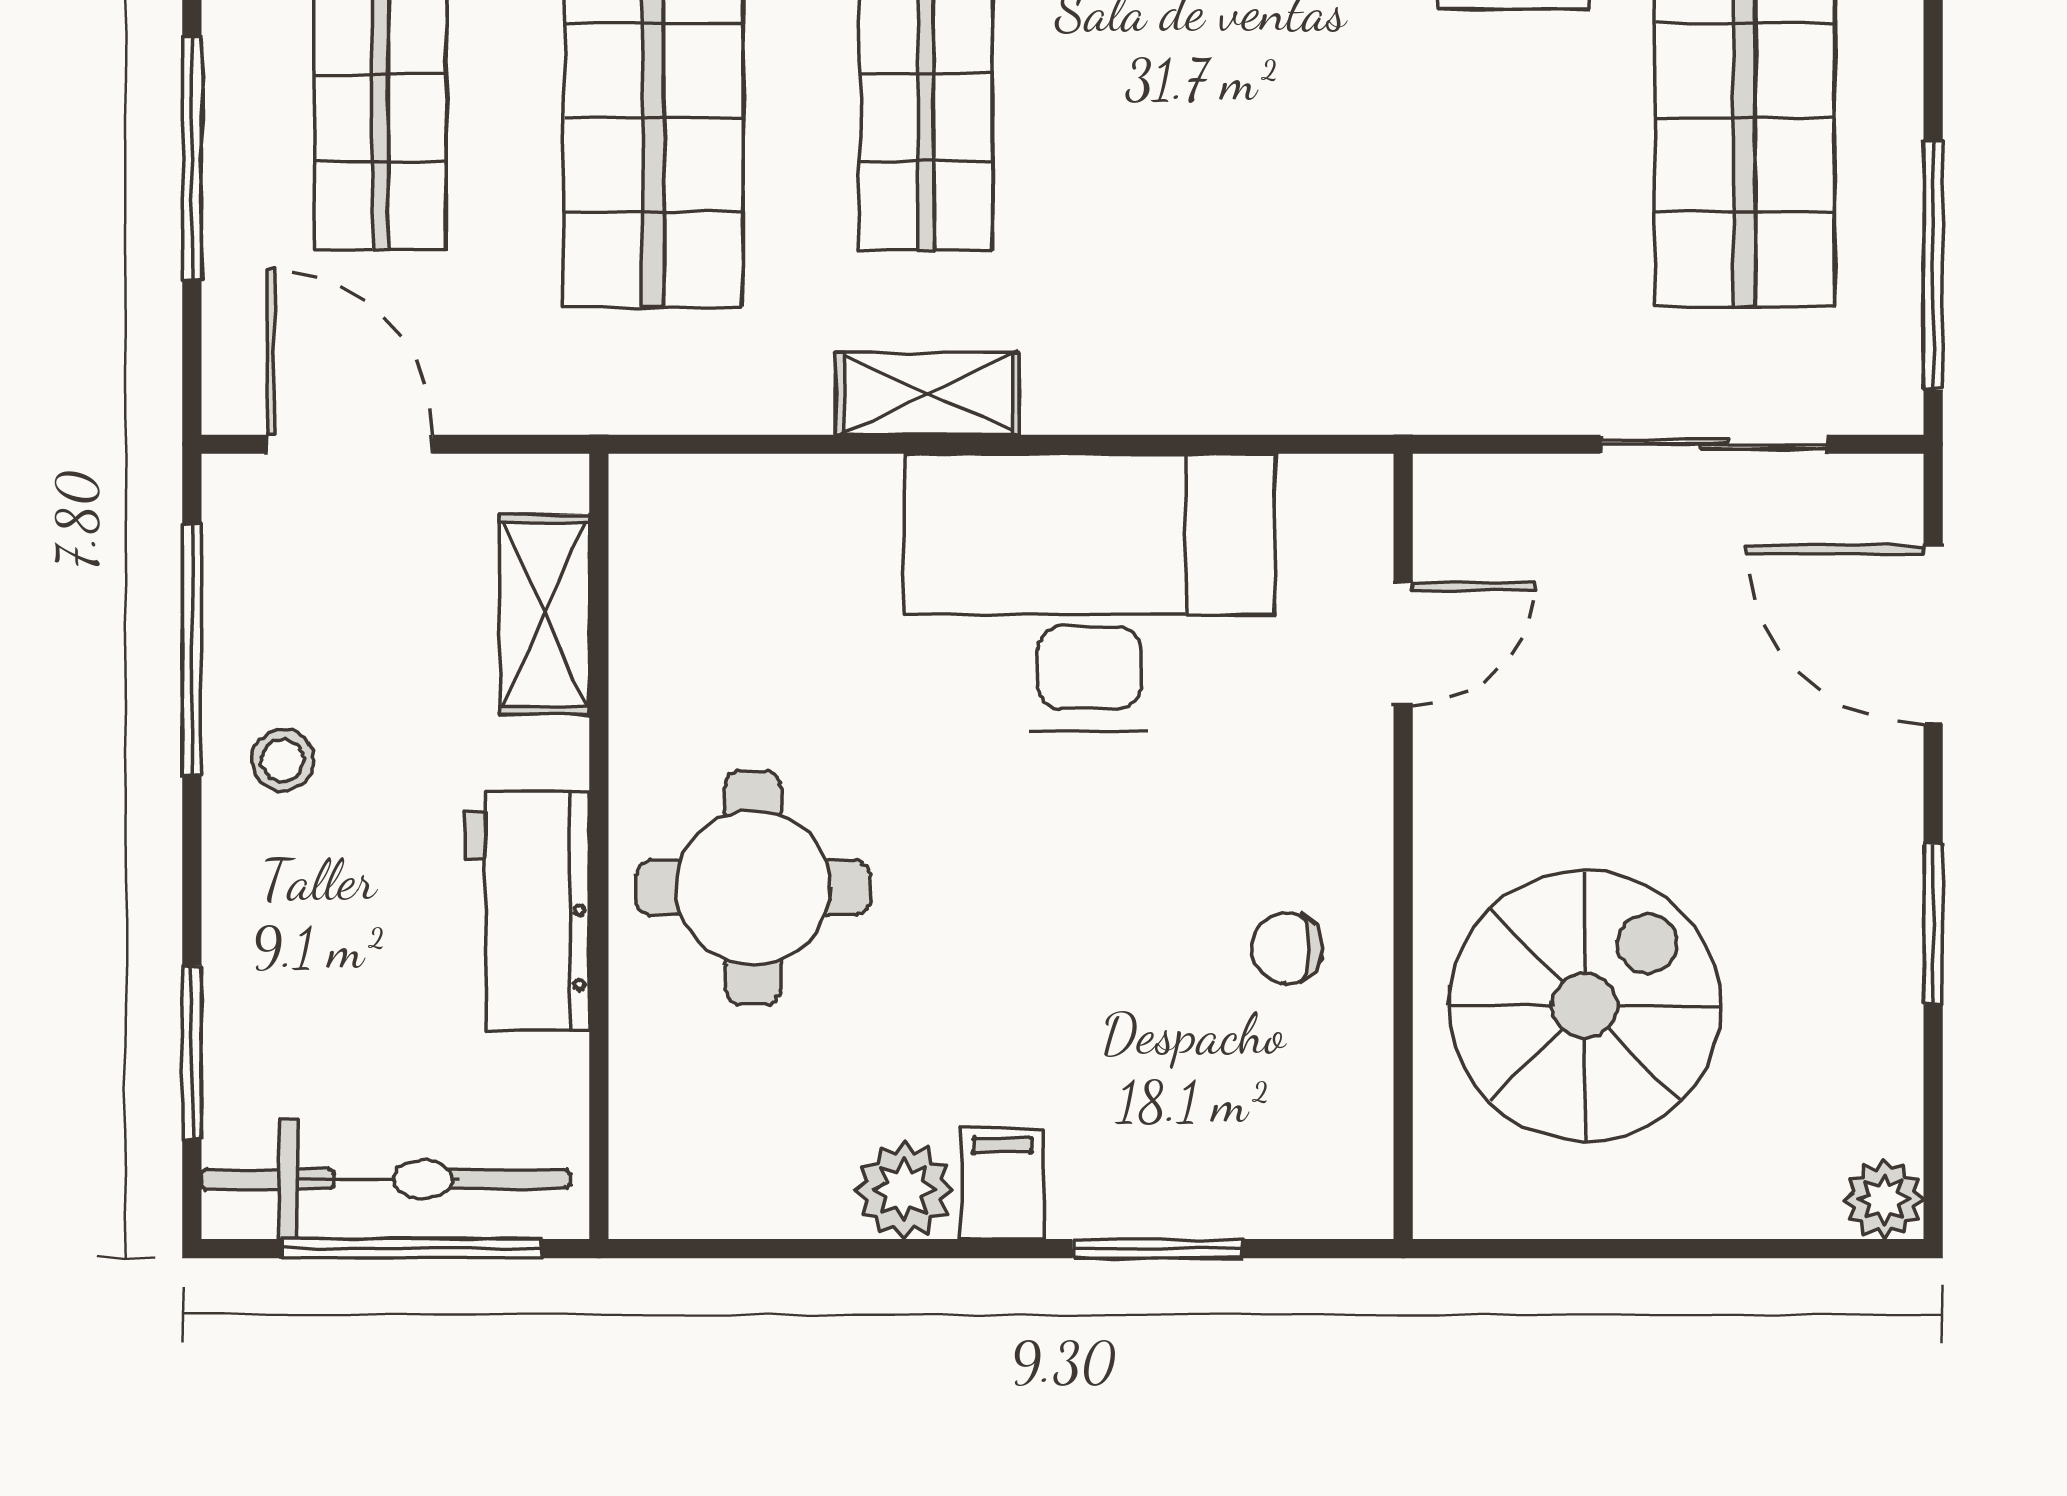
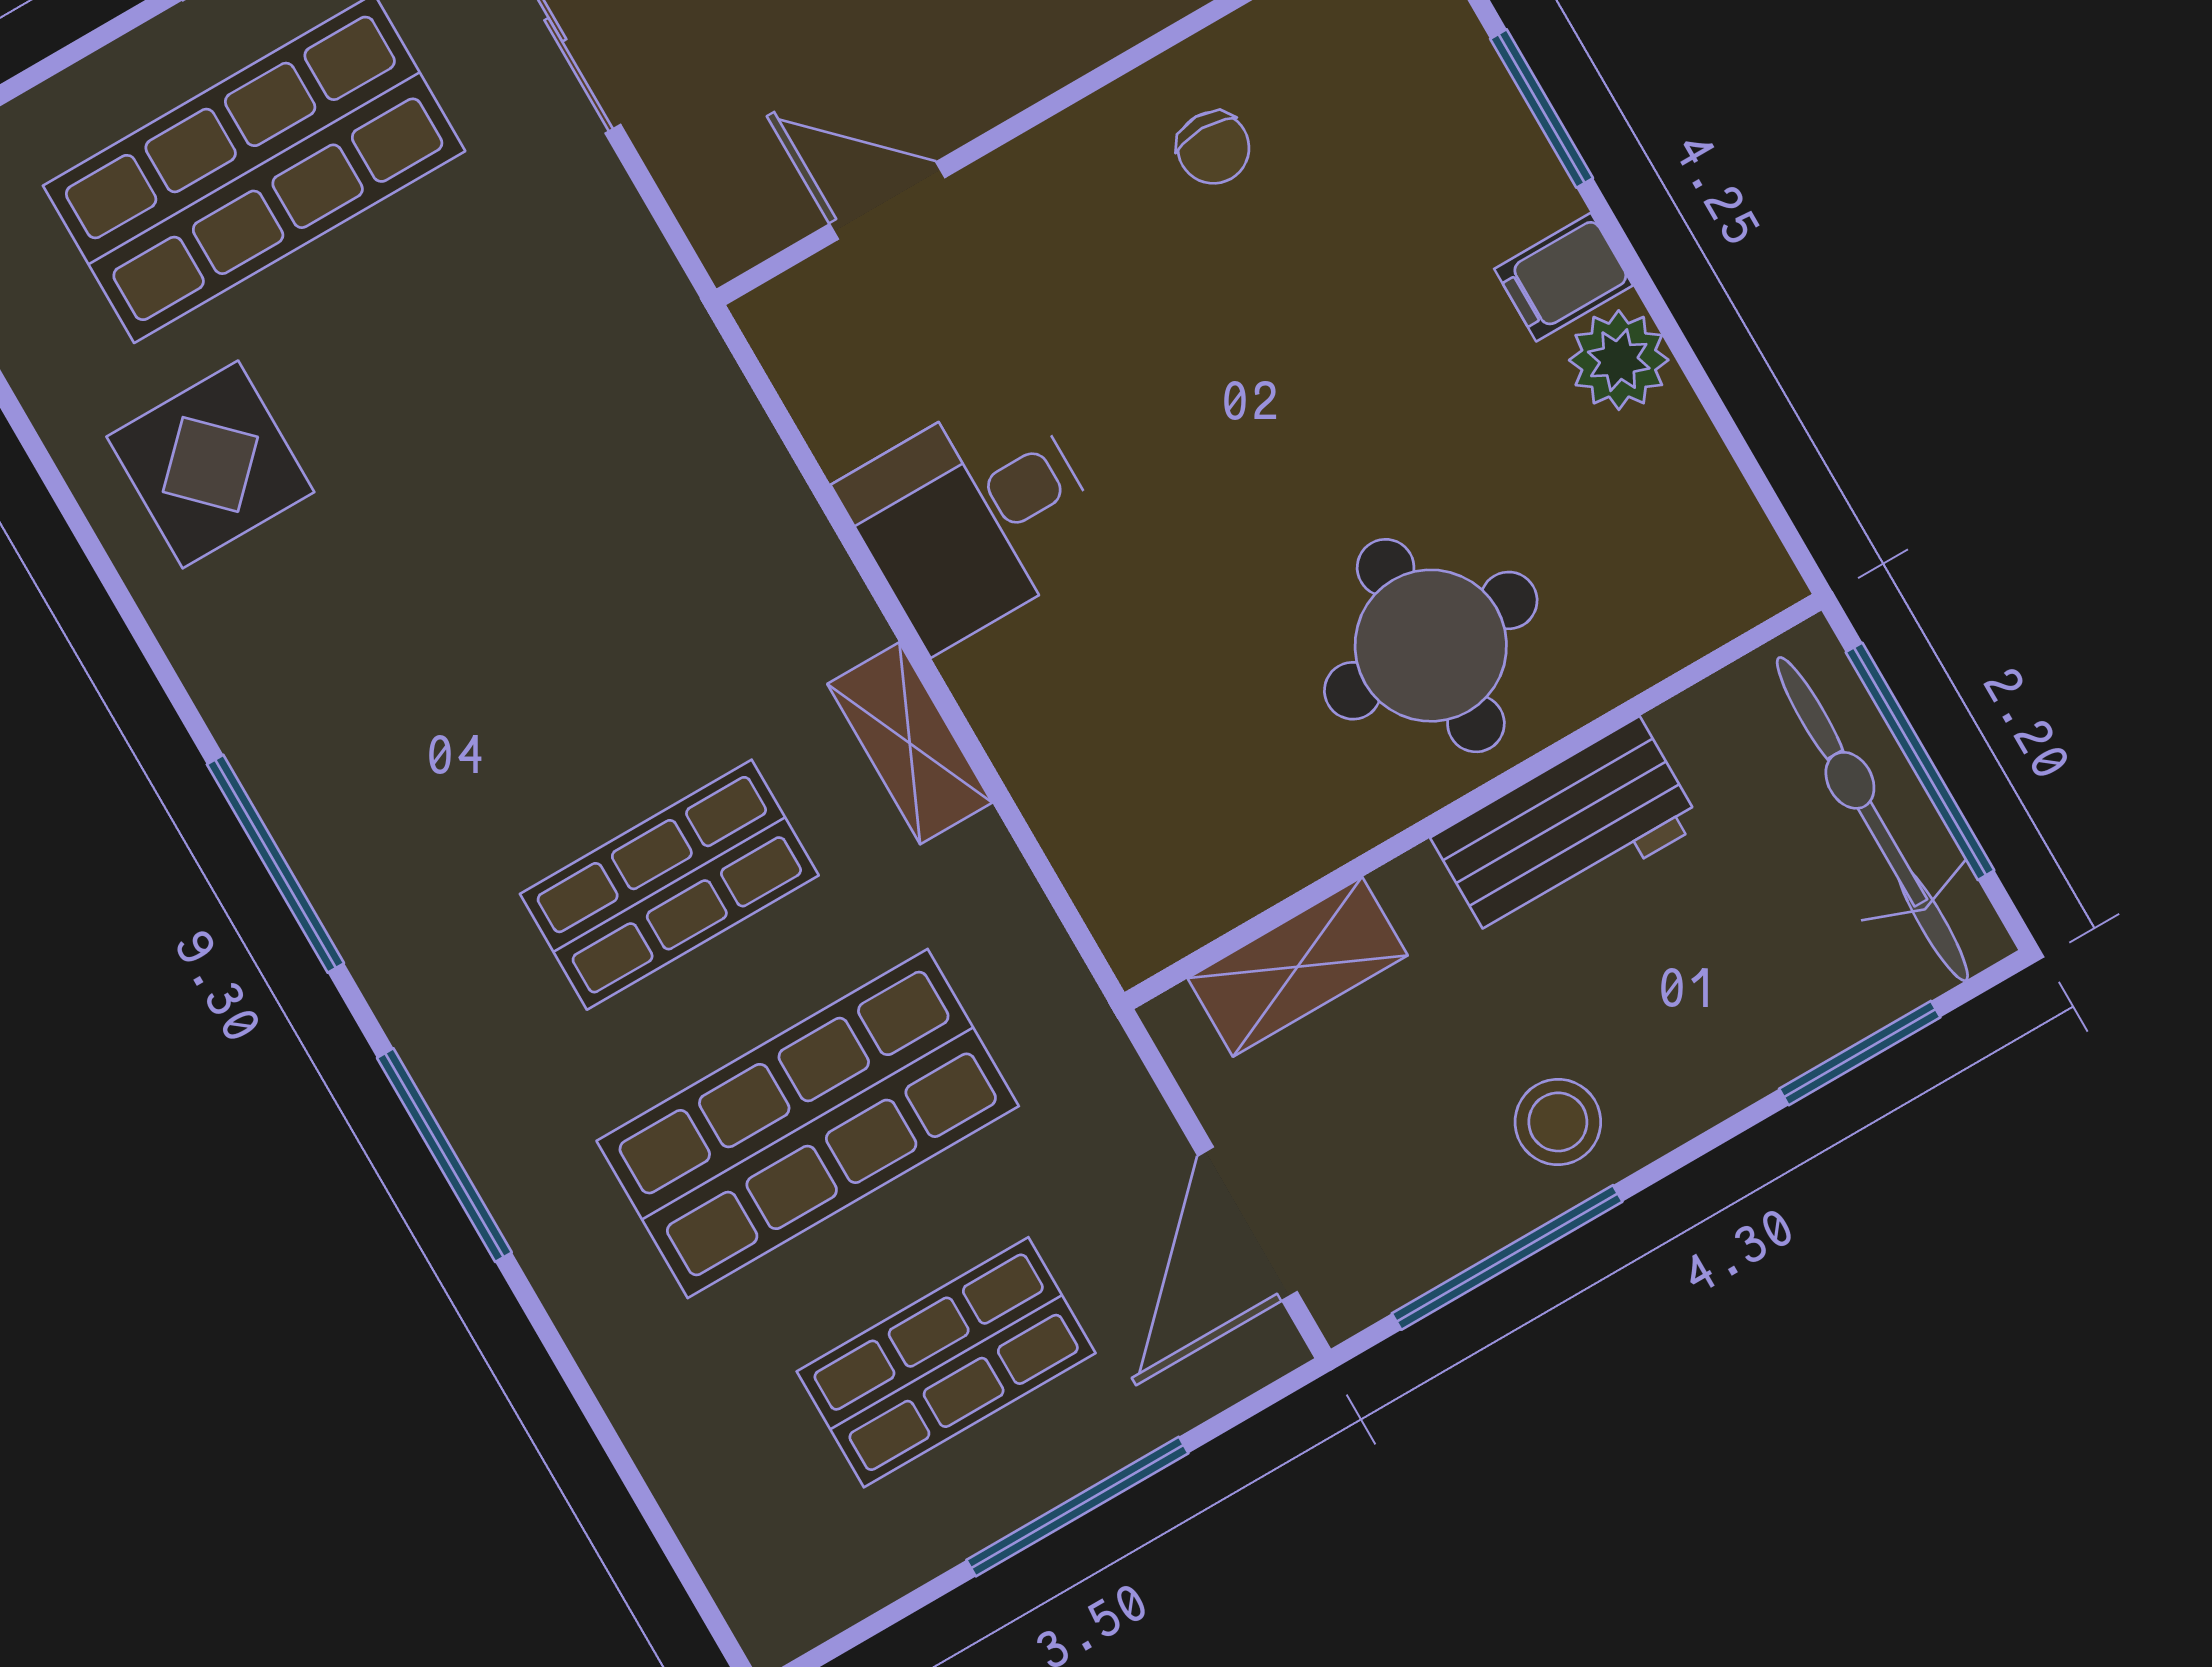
desk: (1089, 592) -> (974, 517), width x0.53, depth x0.77
stool: (283, 760) -> (1558, 1122), width x1.37, depth x1.37

